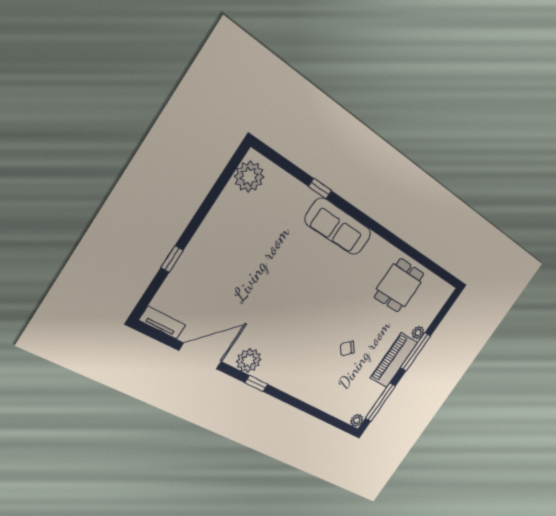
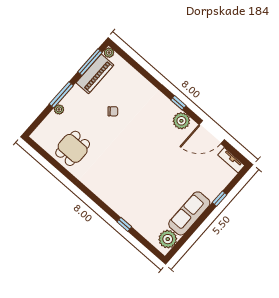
sofa: (338, 227) -> (189, 213), moved, turned -90
piano: (394, 360) -> (95, 74), moved

